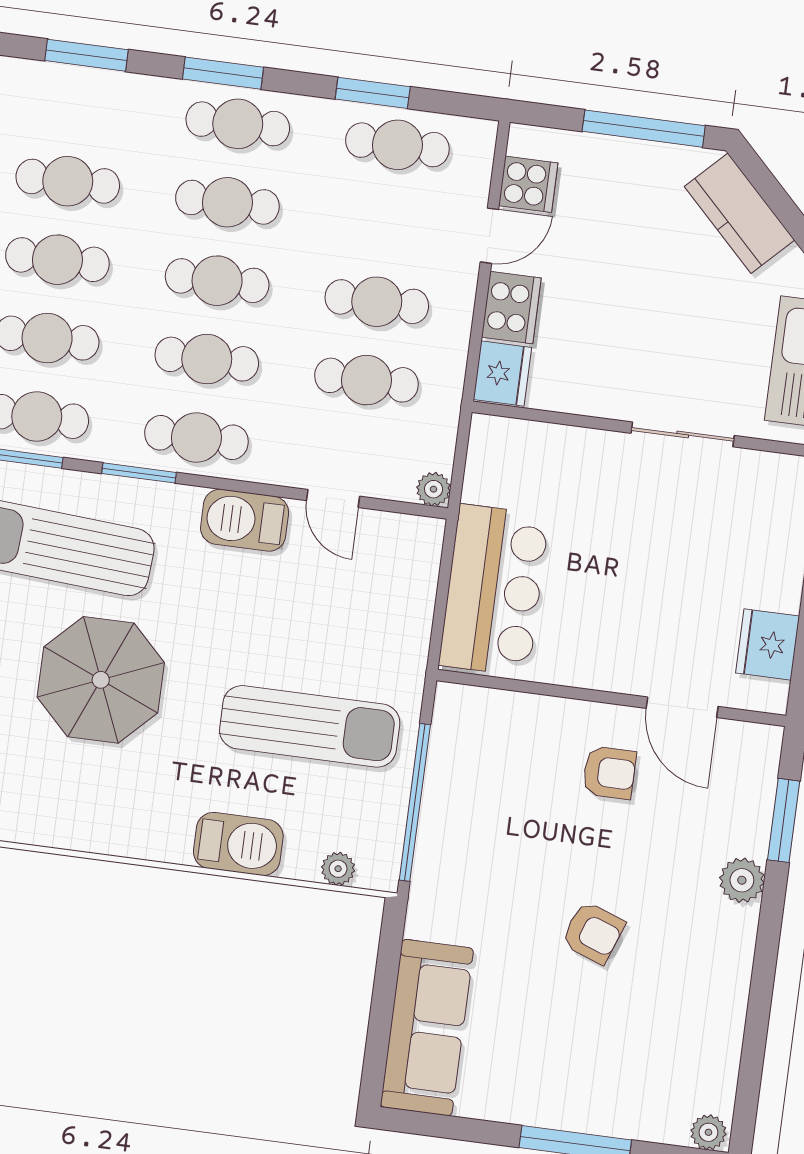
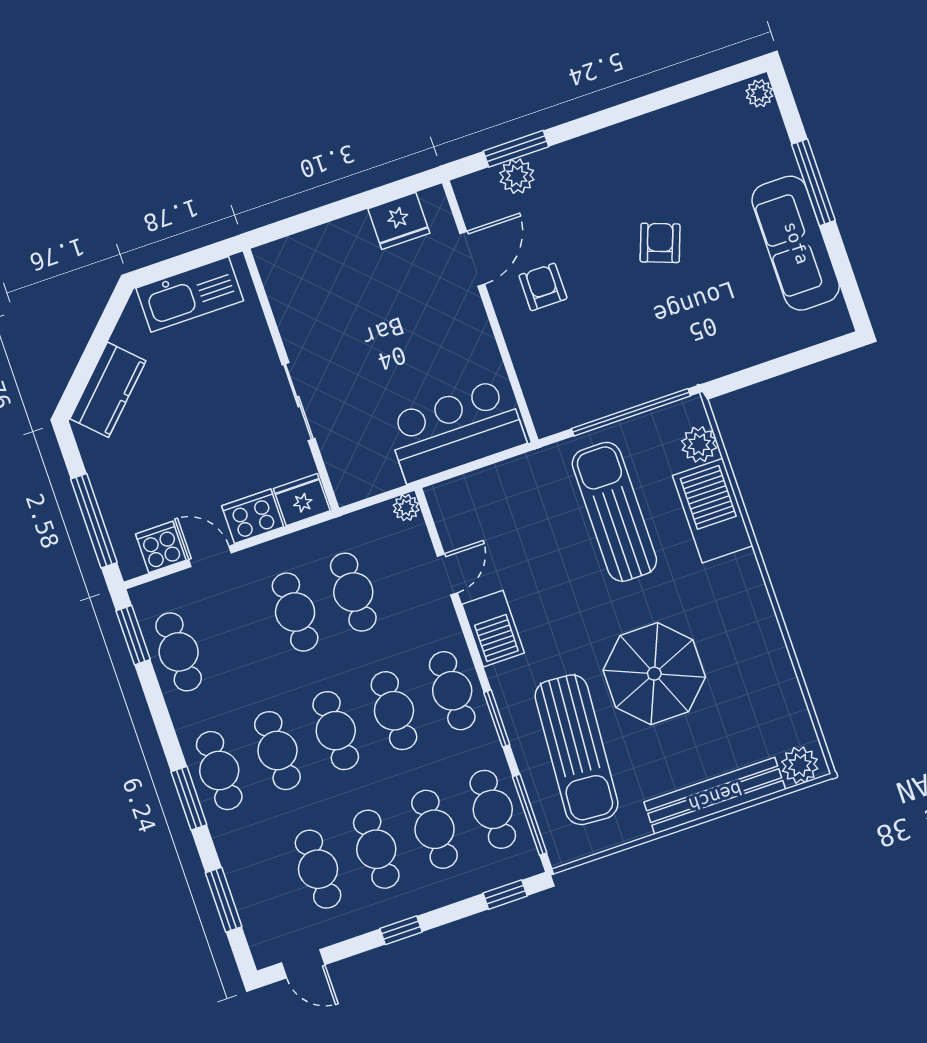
window: (373, 93) -> (133, 635), moved
window: (644, 129) -> (94, 521), moved
sliding door: (683, 434) -> (298, 402), moved
barbecue: (238, 844) -> (713, 511), width x1.37, depth x1.21
plant: (338, 869) -> (699, 444), width x1.38, depth x1.38
plant: (742, 880) -> (517, 176), moved
sofa: (427, 1028) -> (796, 243), moved, turned -90

